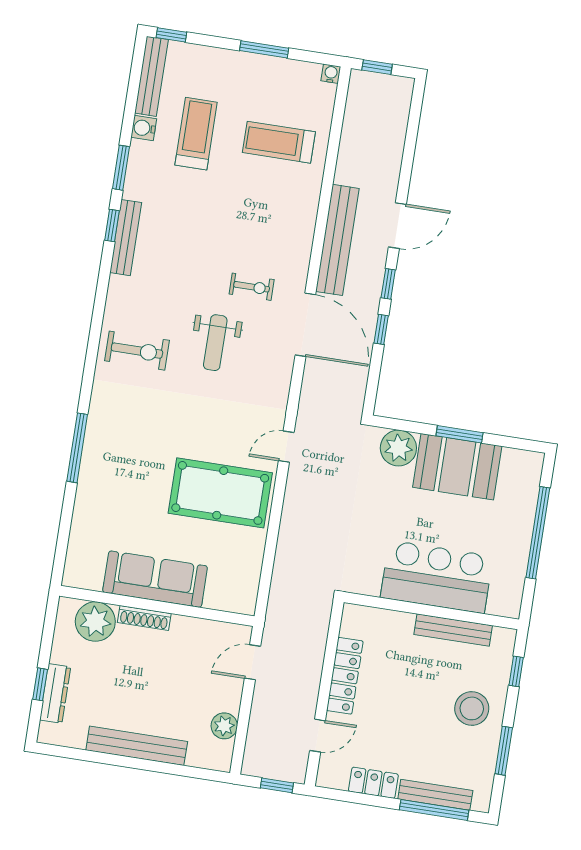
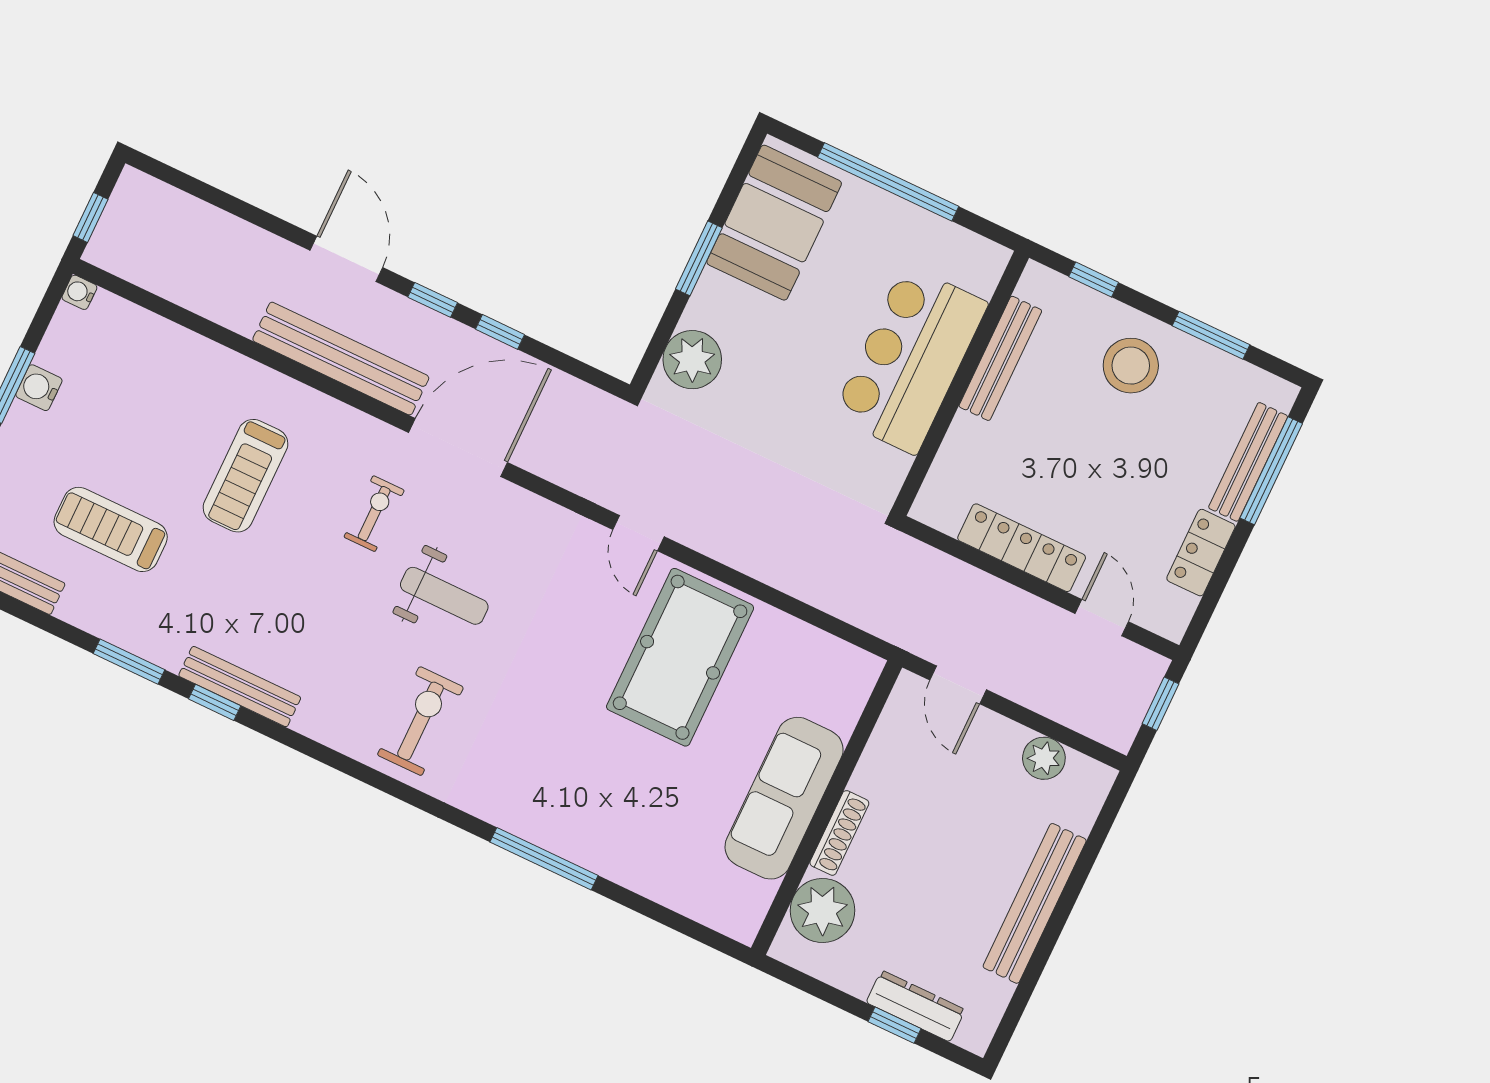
water cooler: (144, 128) -> (39, 388), moved, turned 90
treadmill: (279, 142) -> (245, 476), moved
booth: (457, 467) -> (774, 223), moved

